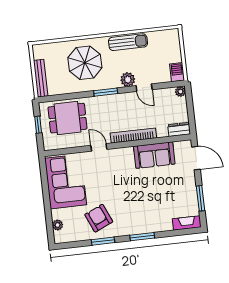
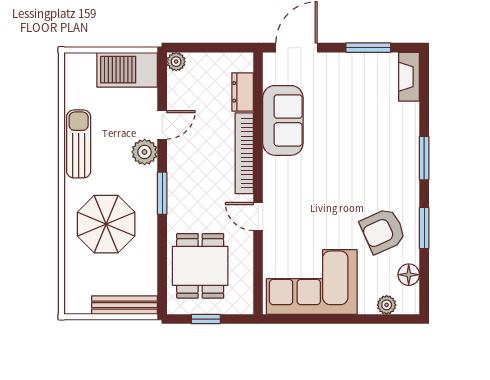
barbecue: (177, 72) -> (127, 70), width x1.88, depth x1.53
dresser: (179, 129) -> (243, 92), moved
door: (99, 147) -> (258, 217), hinge flipped
floor lamp: (76, 235) -> (409, 275), added

